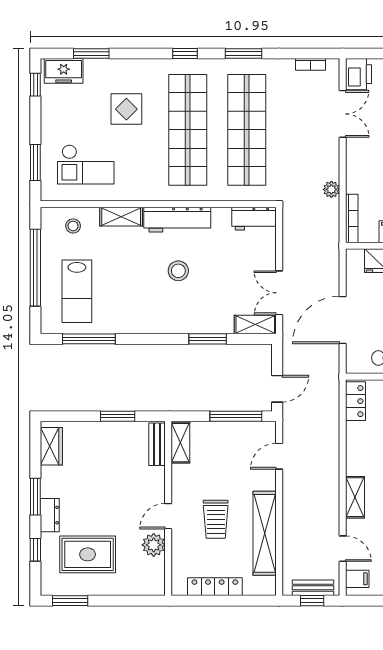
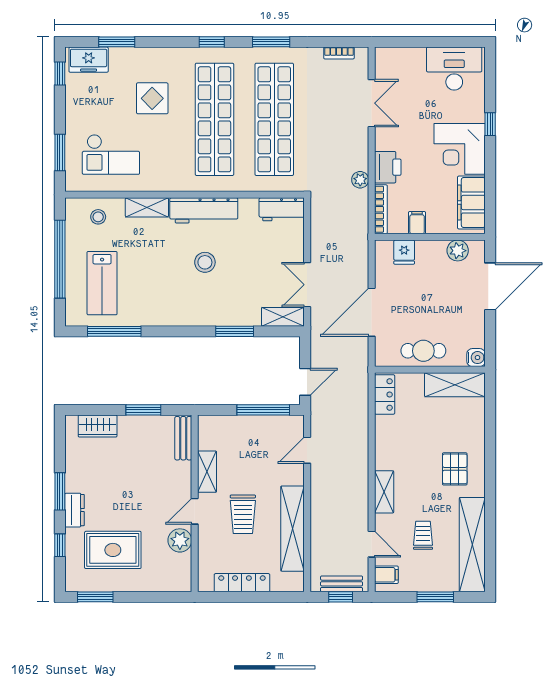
printer: (359, 74) -> (388, 167), moved
shelving: (180, 443) -> (207, 472), moved
wardrobe: (51, 446) -> (98, 426), moved, turned 90

